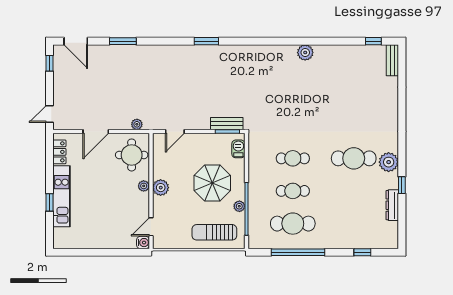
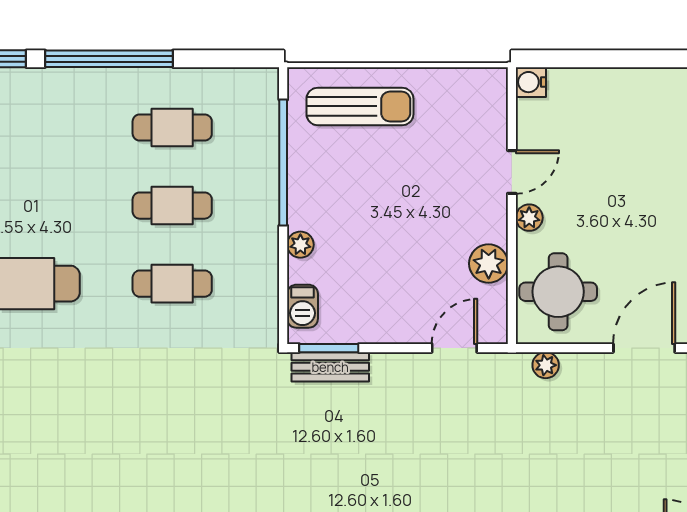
parasol: (212, 183) -> (365, 225), removed
plant: (161, 188) -> (489, 264), moved
plant: (239, 206) -> (300, 245), moved
cafe table: (293, 224) -> (172, 127), width x0.73, depth x0.74
door: (151, 227) -> (512, 172), moved
window: (298, 252) -> (109, 59), moved

